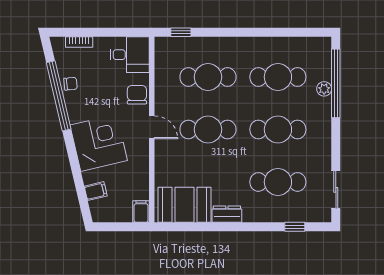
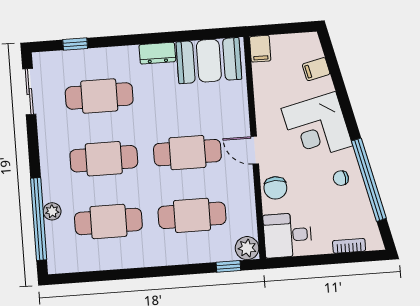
plant: (164, 46) -> (247, 248), added
chair: (70, 84) -> (341, 178), moved

